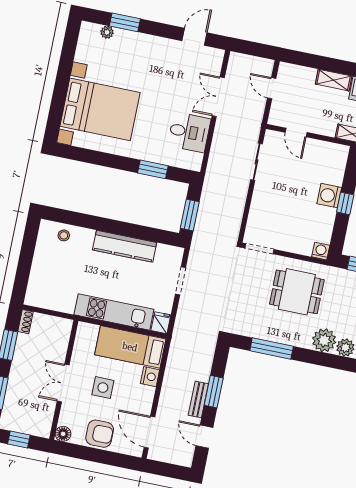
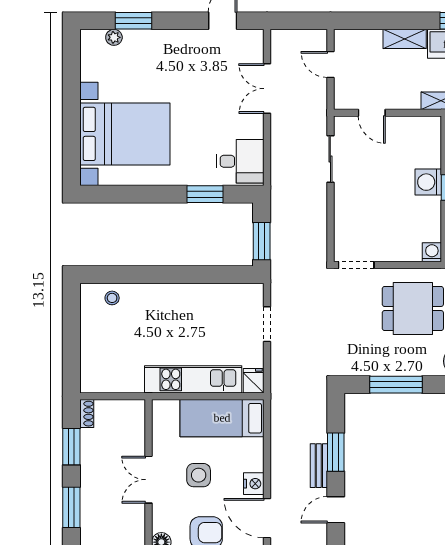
desk: (189, 132) -> (240, 161), moved
kitchen counter: (125, 246) -> (190, 296), removed
nightstand: (150, 377) -> (254, 484), moved
door: (204, 437) -> (336, 510), hinge flipped

